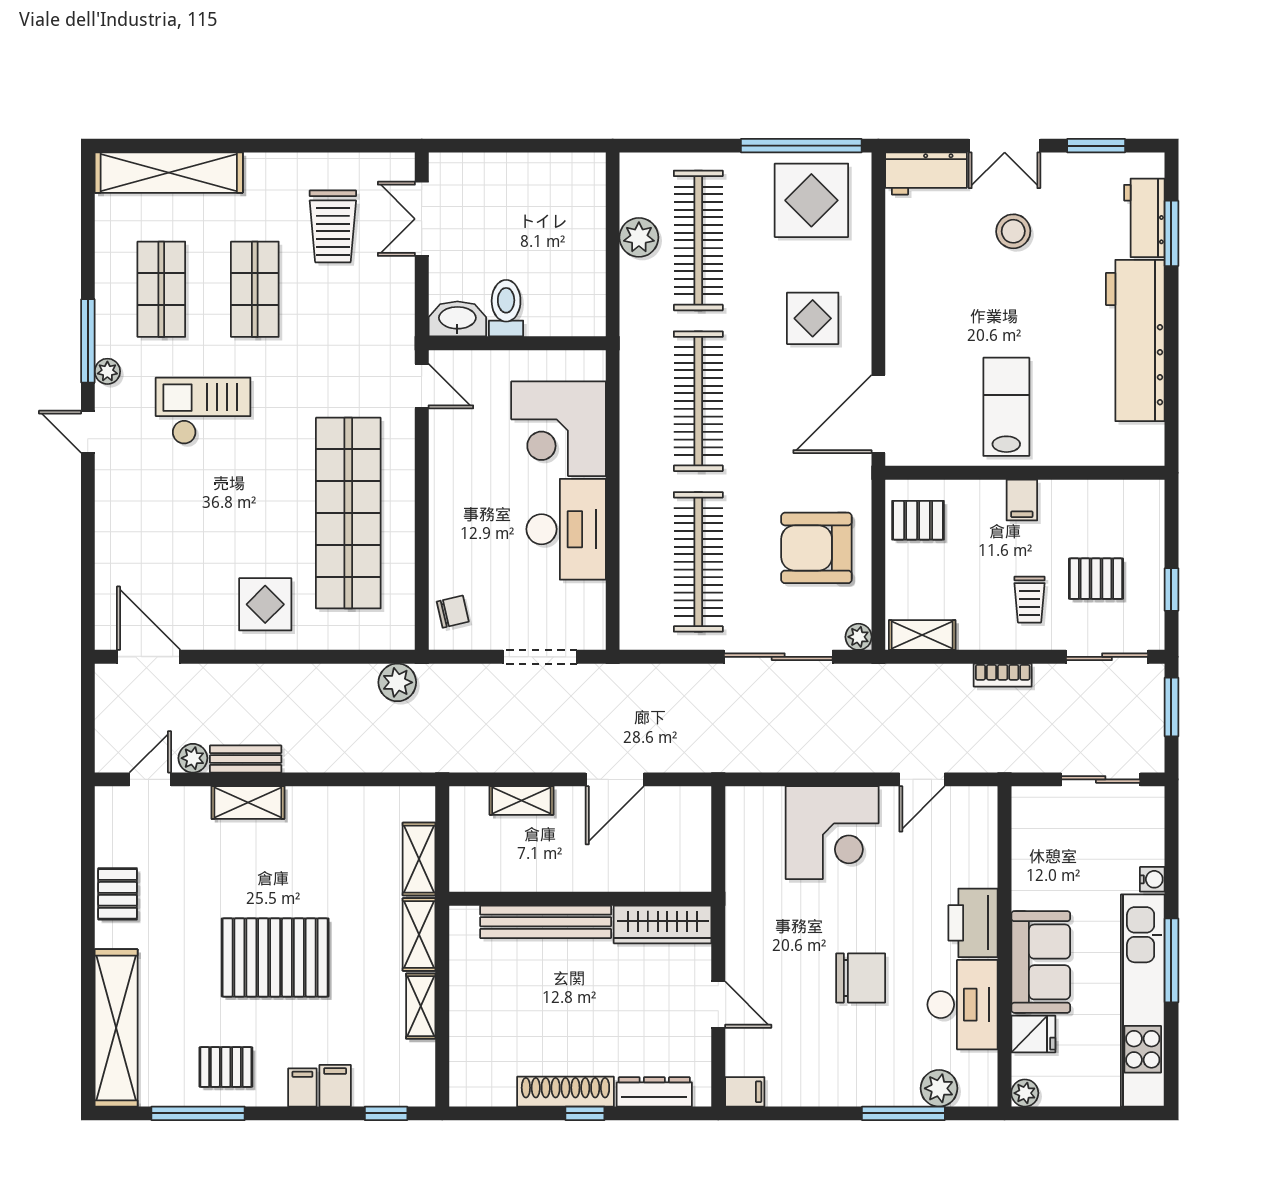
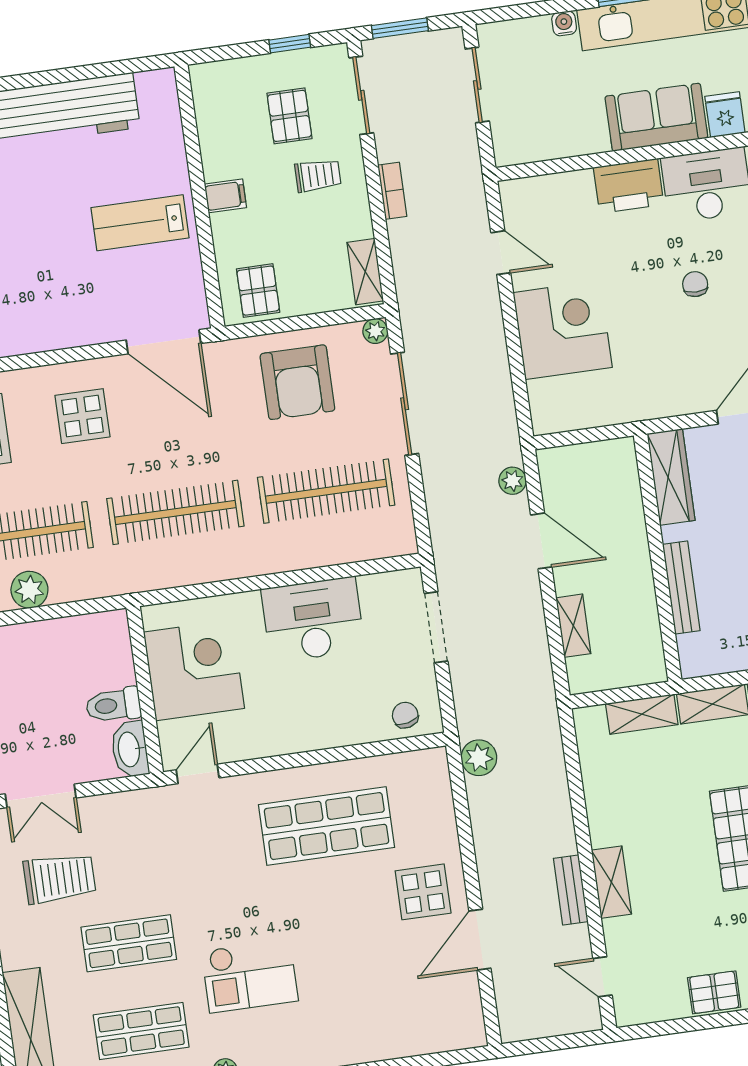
checkout: (203, 411) -> (250, 976), turned -90
corner desk: (558, 429) -> (194, 670), moved, turned -90
shop shelf: (348, 513) -> (326, 826), width x0.71
door: (149, 657) -> (480, 940), moved
plant: (193, 758) -> (512, 481), moved
bench: (546, 922) -> (681, 587), width x0.73, depth x0.82
chair: (861, 978) -> (695, 284), width x0.54, depth x0.54

